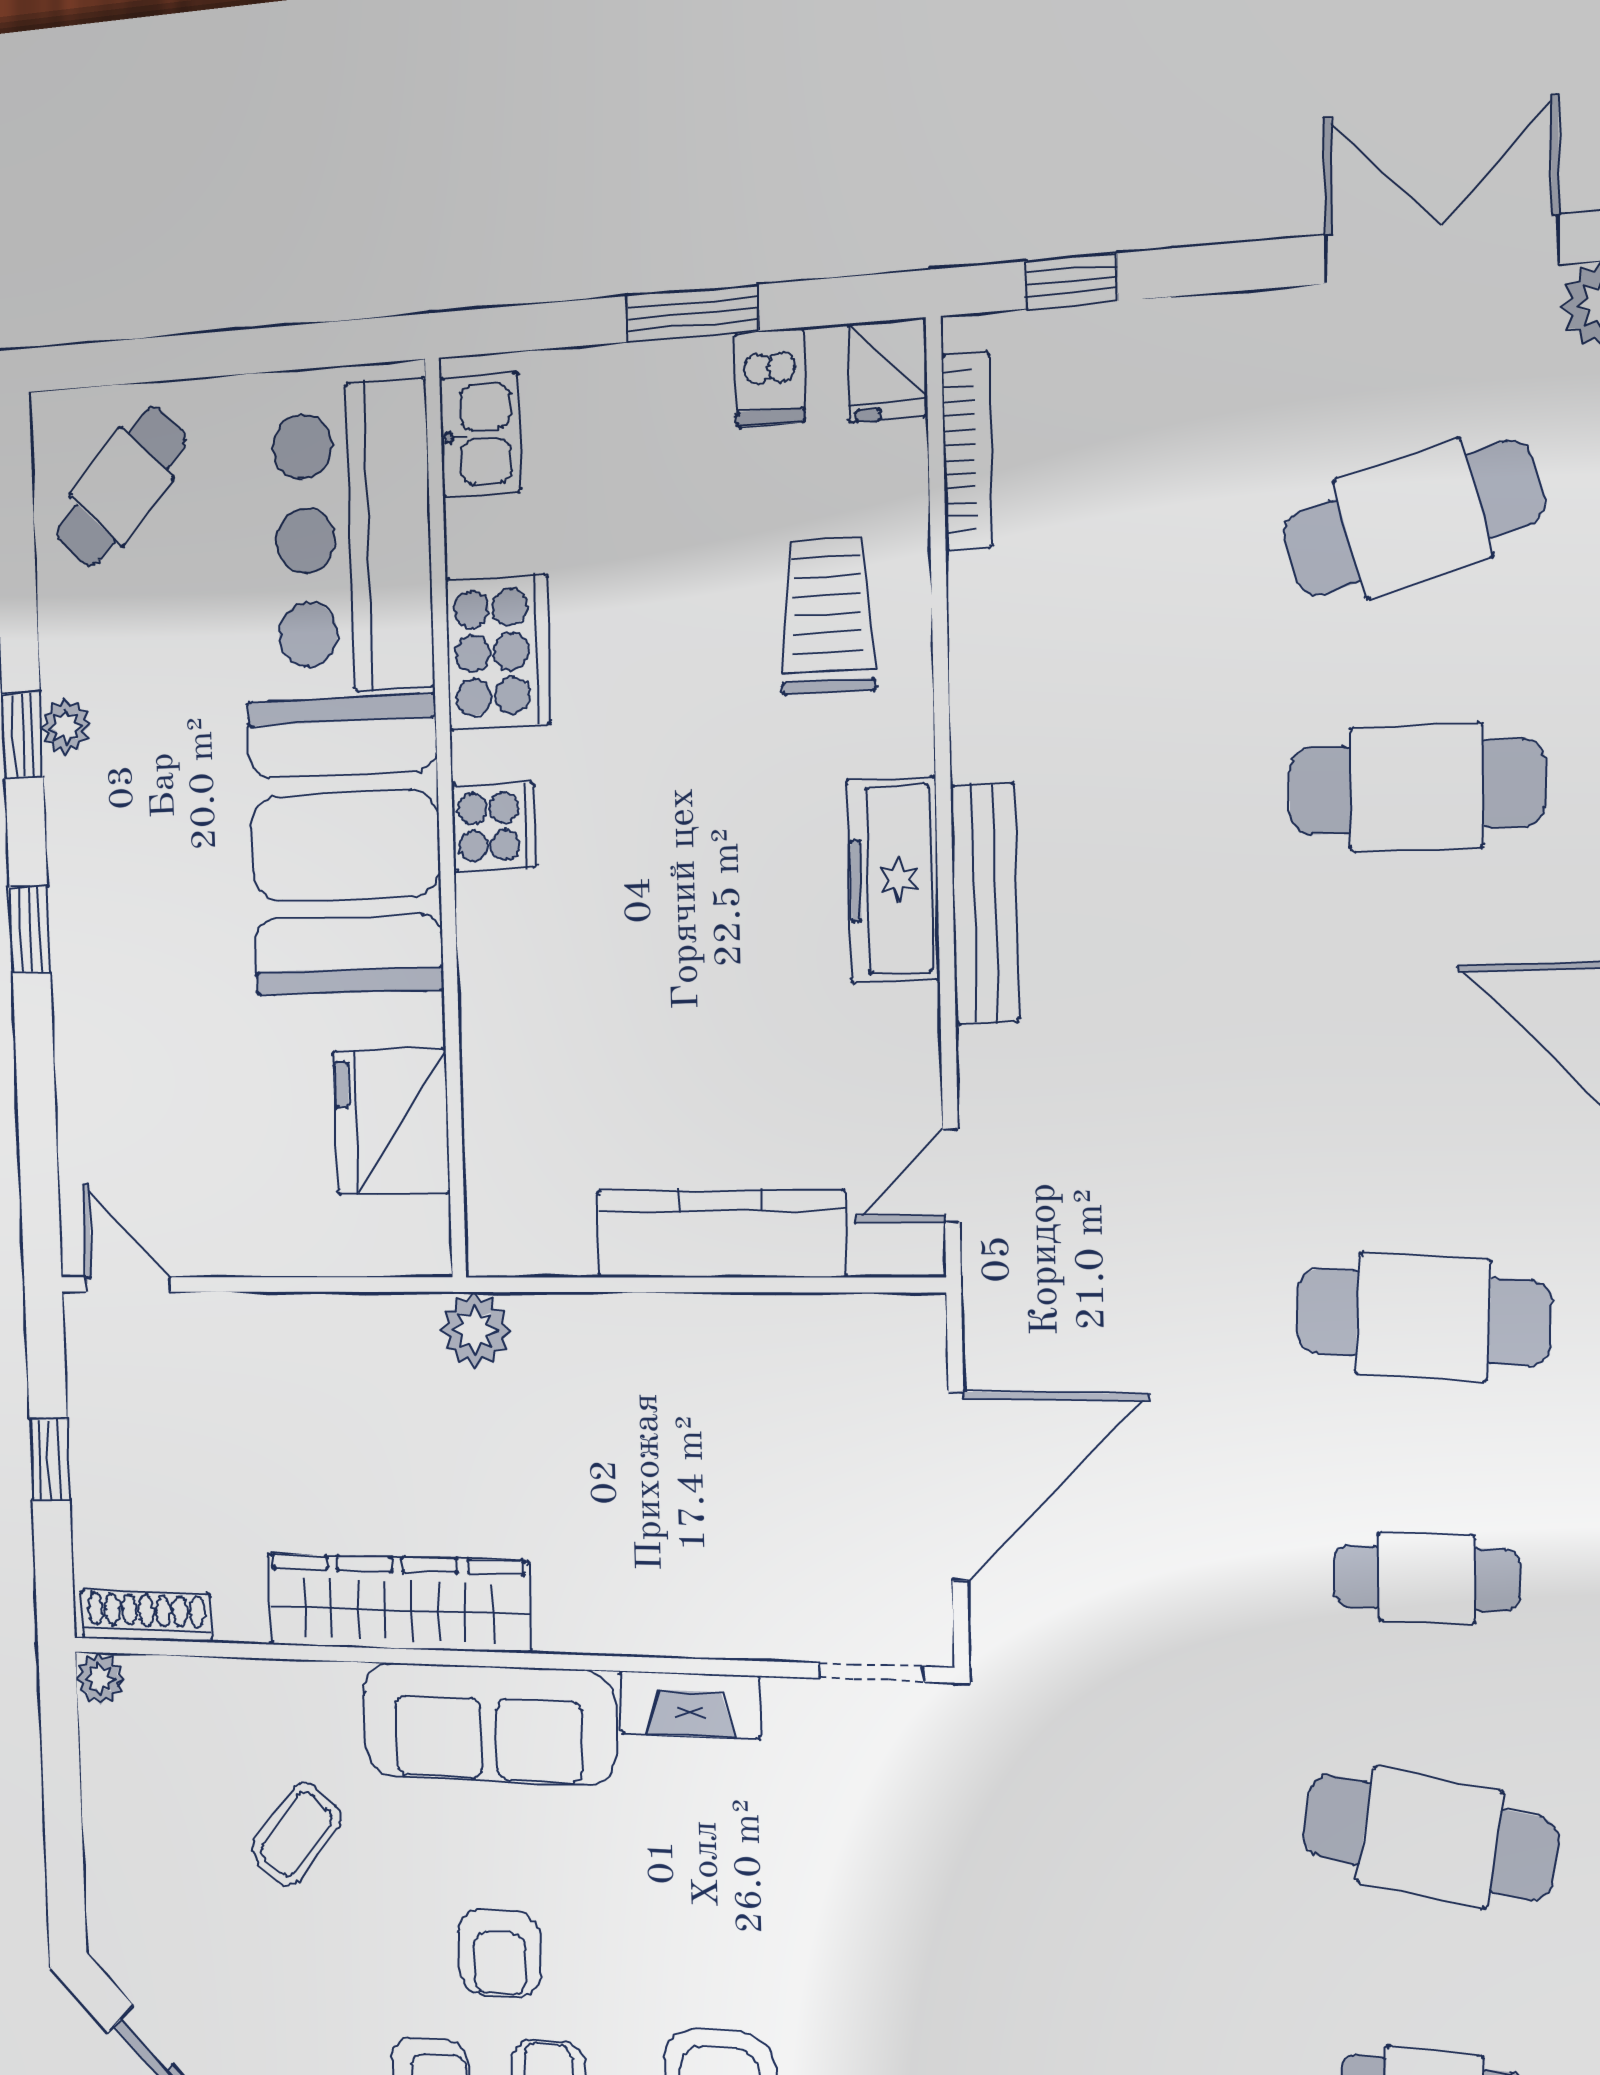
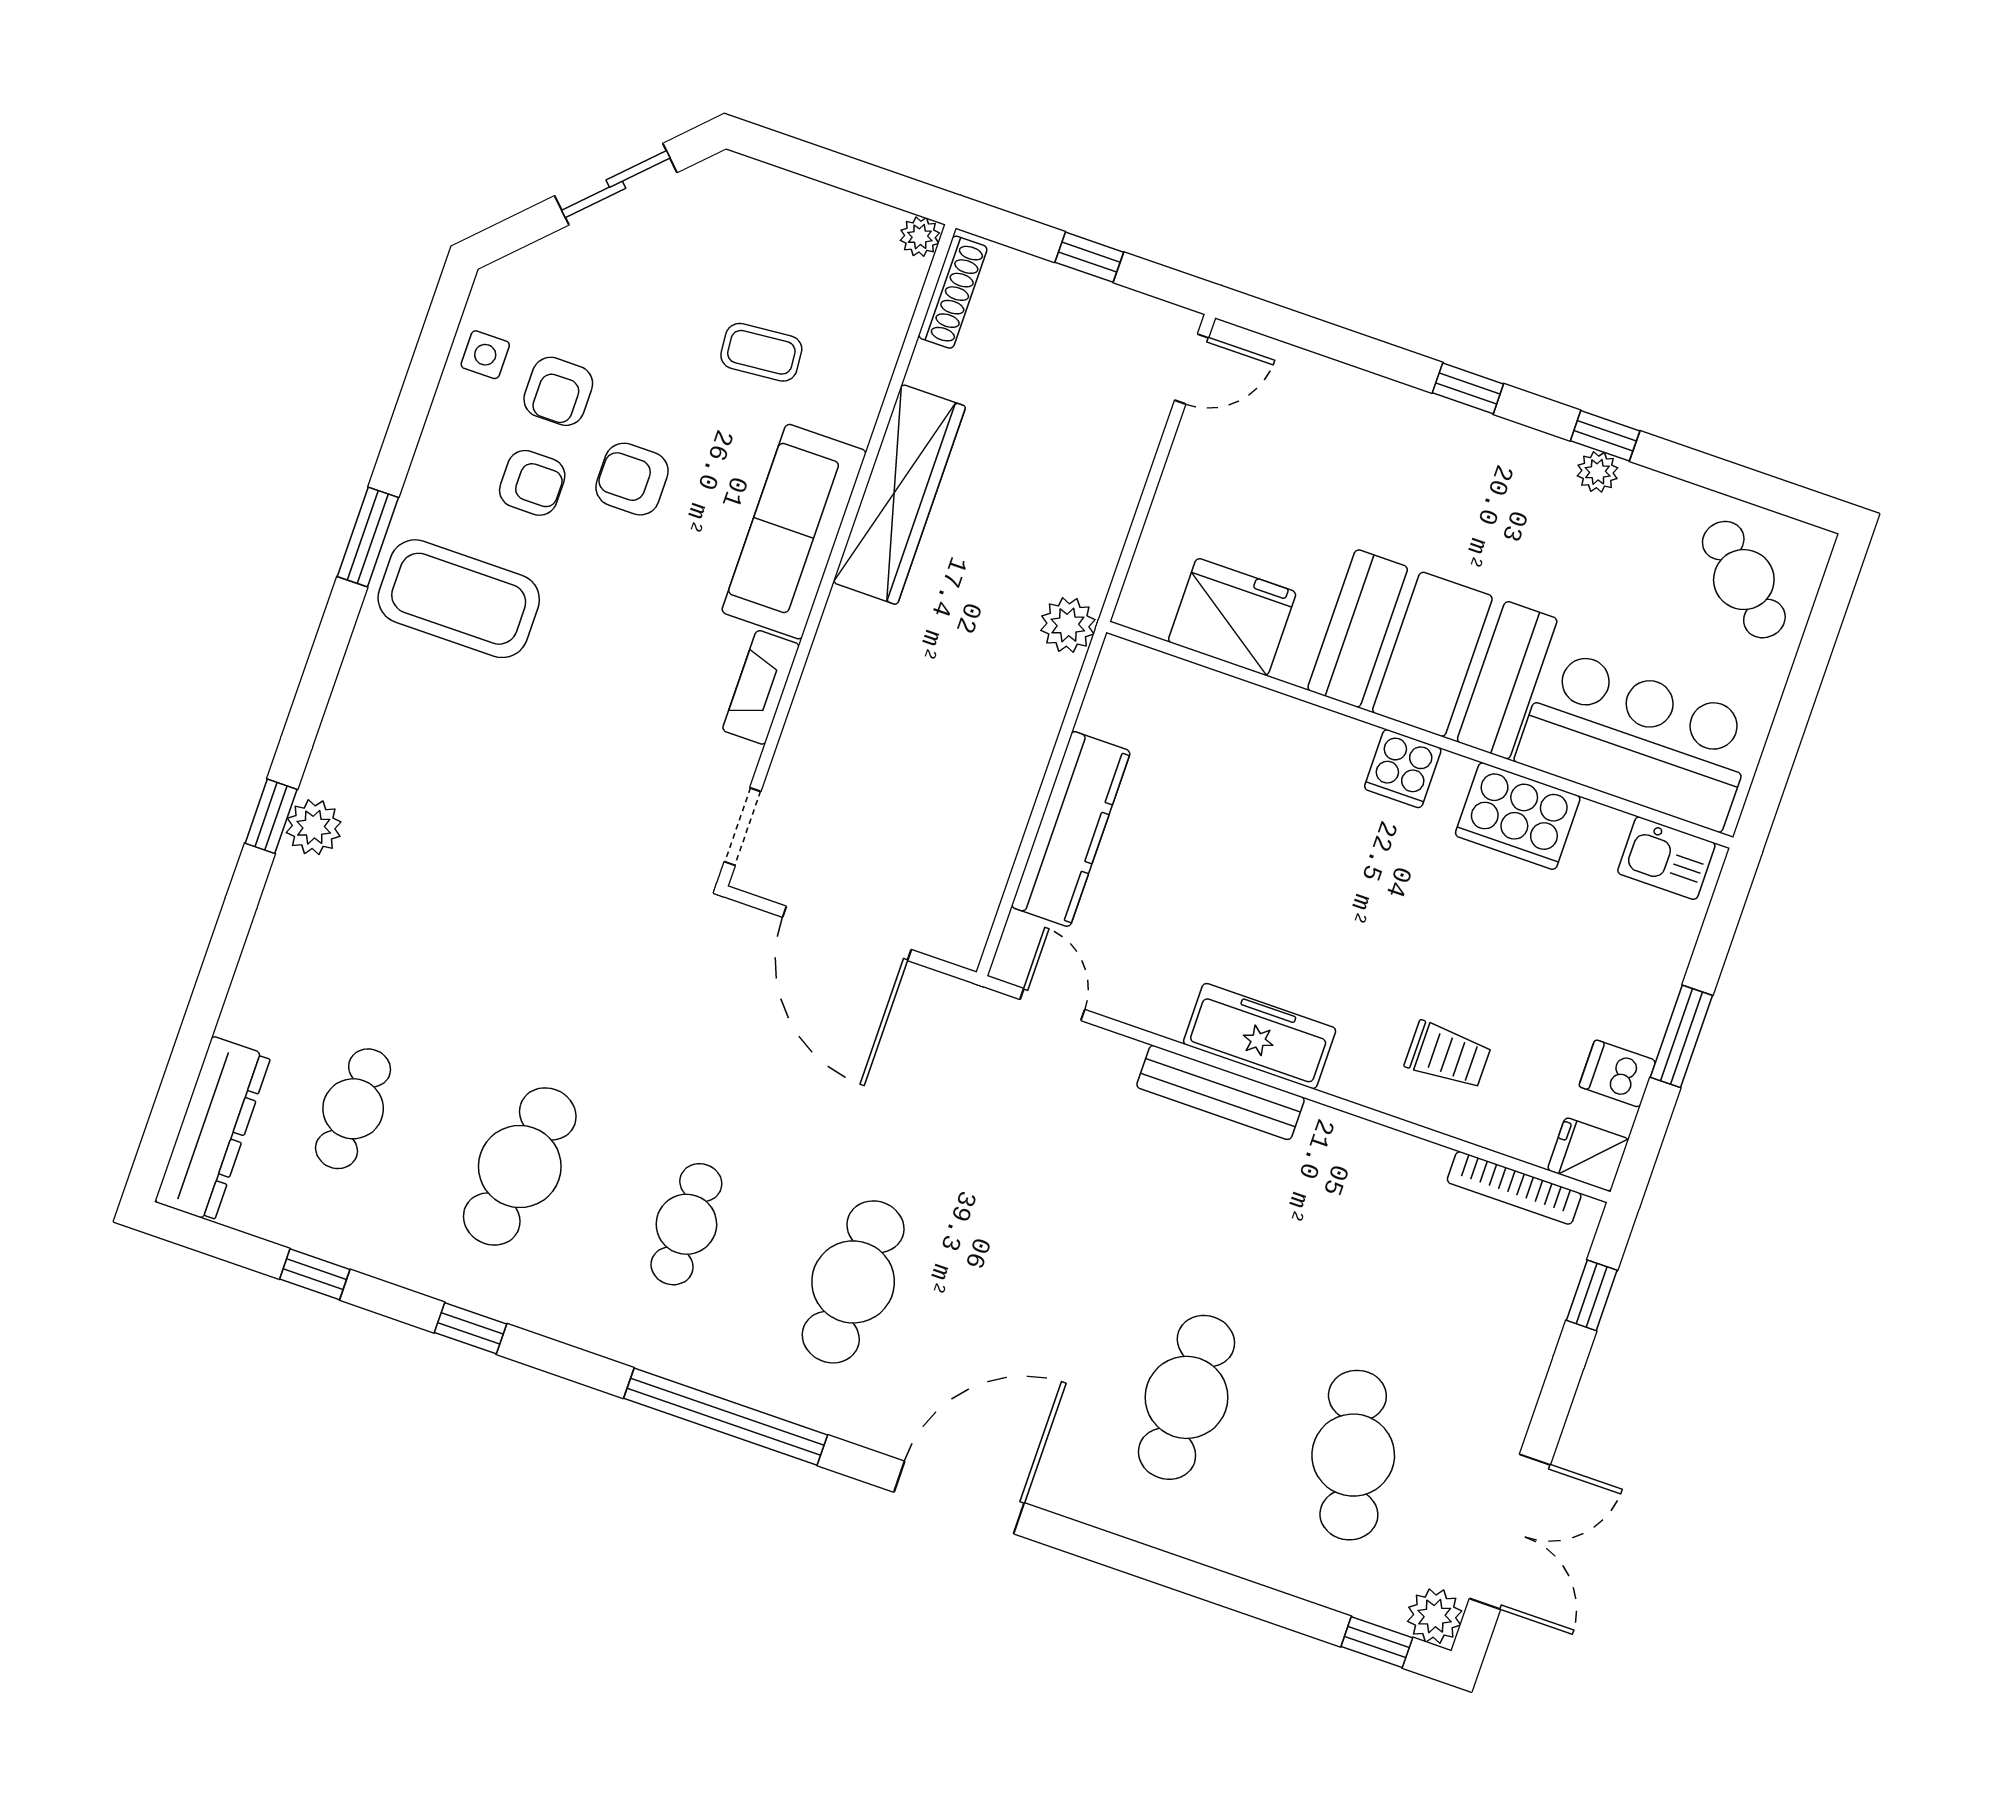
trolley: (827, 616) -> (1448, 1055), width x0.73, depth x0.72
coffee table: (297, 1834) -> (761, 352), turned -44

